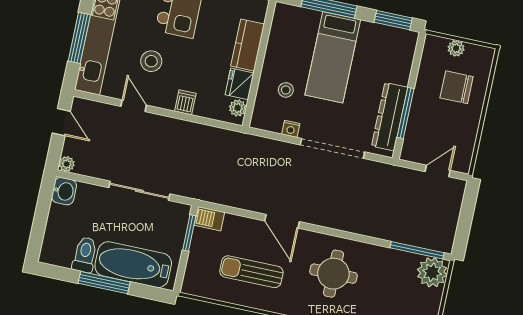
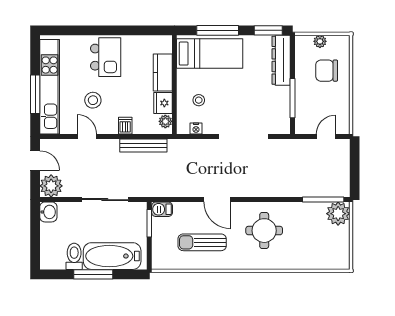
bed: (333, 57) -> (210, 54), moved, turned -90
dresser: (390, 117) -> (281, 60), moved
nightstand: (291, 129) -> (196, 129), moved
bench: (203, 133) -> (143, 145), added
plant: (67, 164) -> (51, 186), width x1.87, depth x1.87

